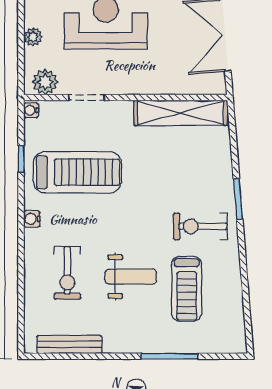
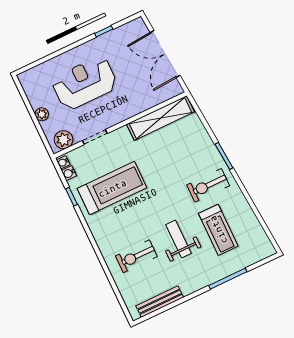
water cooler: (32, 219) -> (69, 173), moved
exercise bike: (67, 273) -> (136, 256), turned 90
weight bench: (131, 277) -> (178, 239), turned -90

